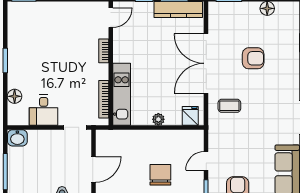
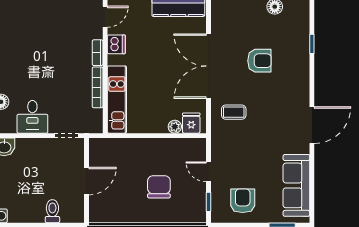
dishwasher: (121, 43) -> (116, 44), added
bookcase: (104, 99) -> (98, 87), moved
plant: (158, 119) -> (175, 127), moved
door: (206, 161) -> (208, 172), hinge flipped

